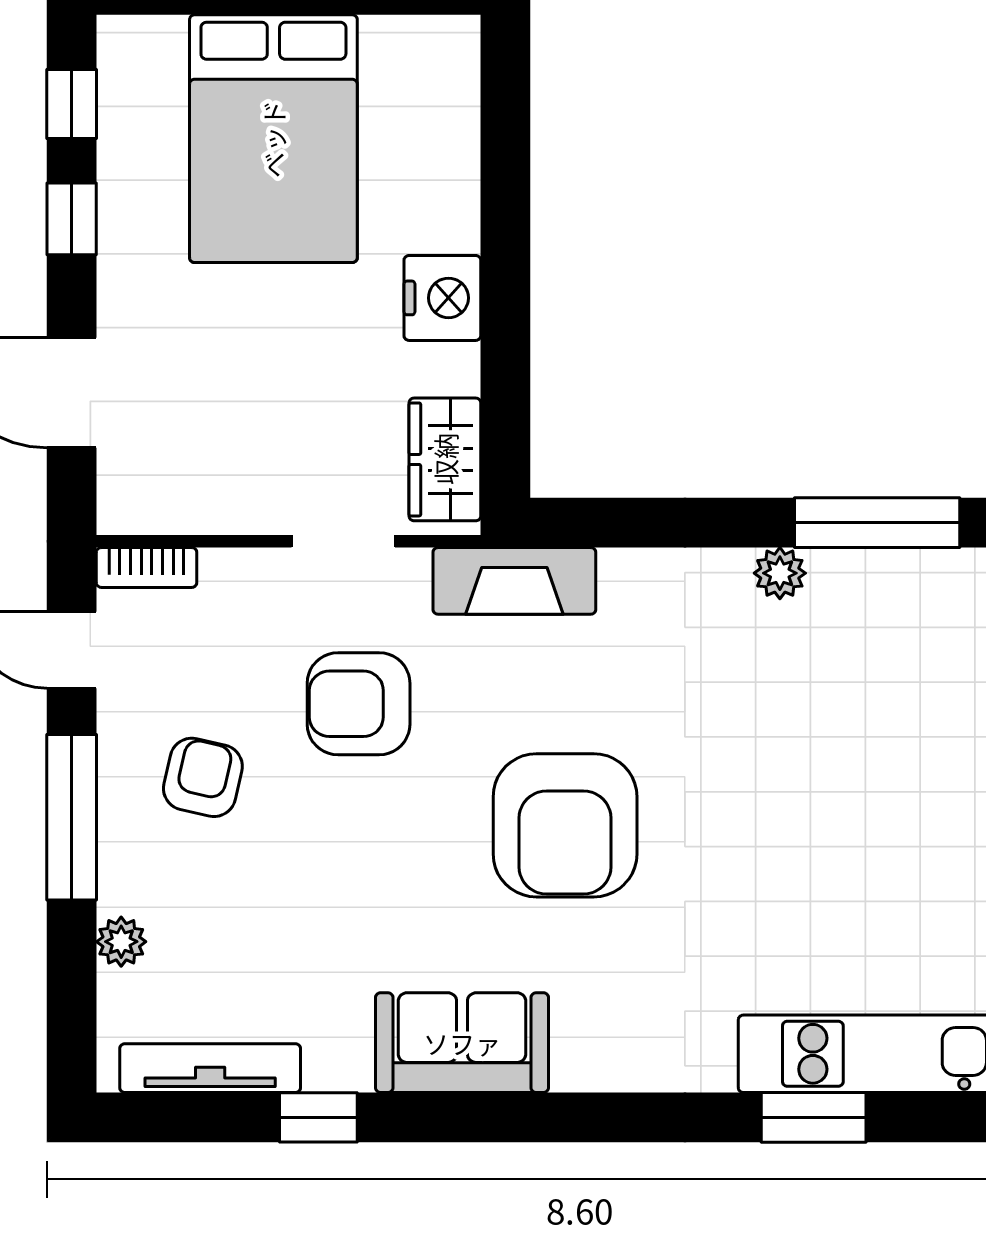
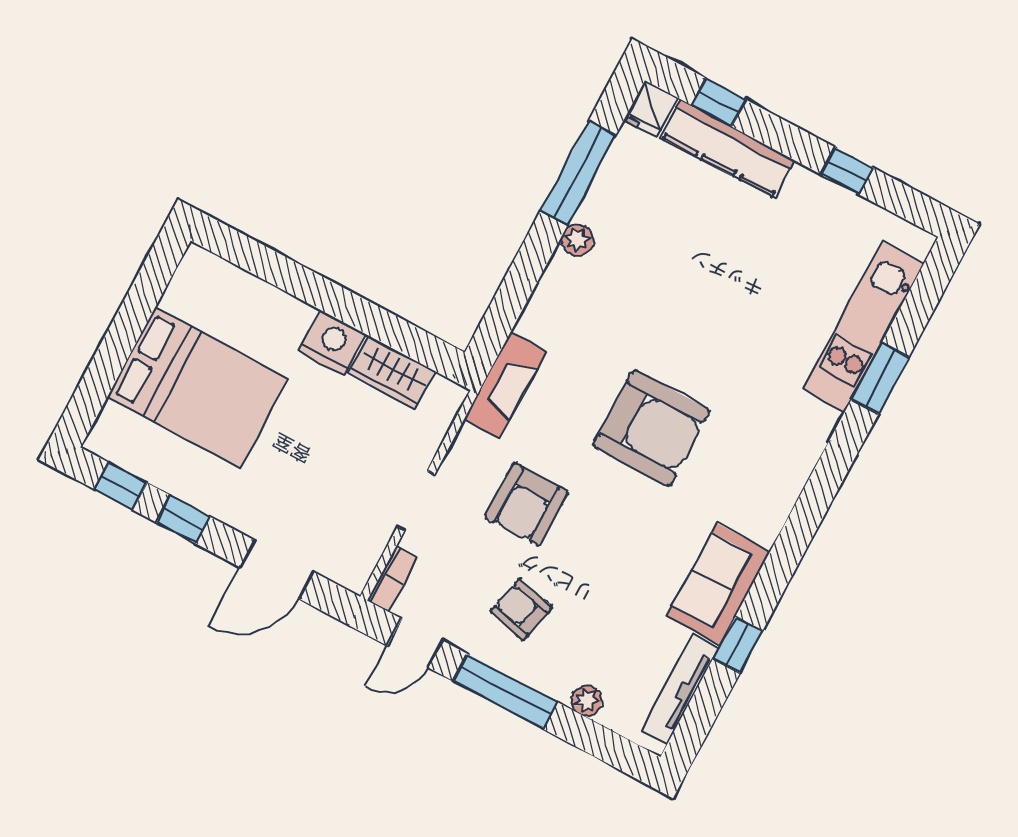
wardrobe: (445, 459) -> (392, 372), moved
doorway: (343, 541) -> (416, 501), moved
sofa: (462, 1043) -> (718, 584), moved

